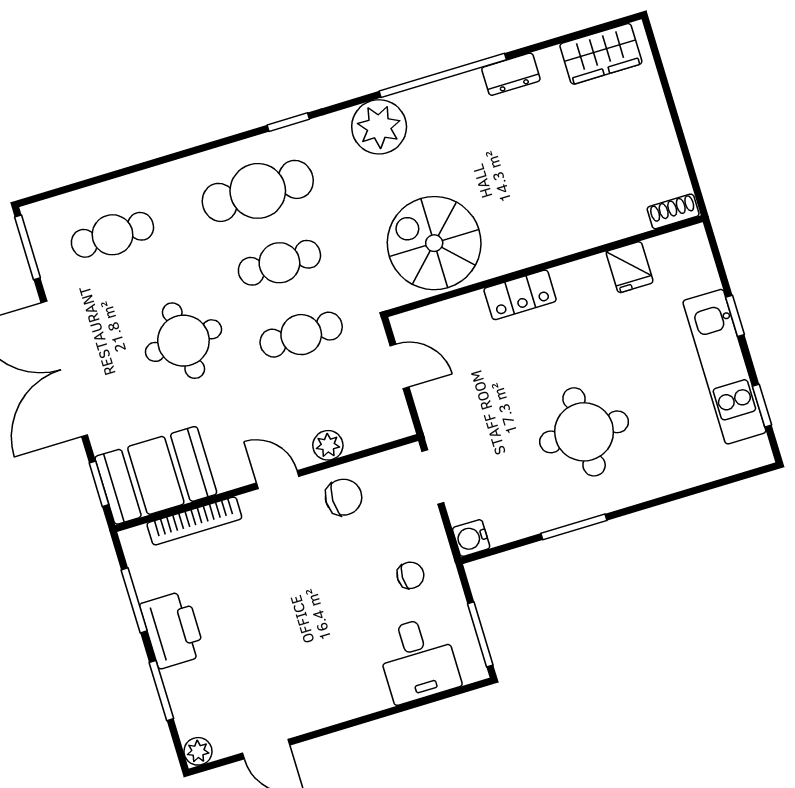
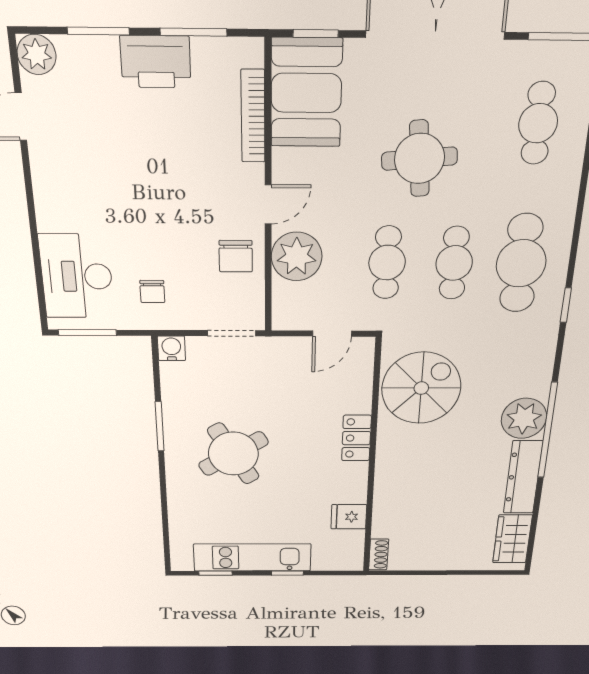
dresser: (511, 74) -> (523, 477), width x1.96, depth x1.24
plant: (379, 127) -> (524, 418), moved
round table: (584, 432) -> (233, 454), turned -31
plant: (328, 445) -> (297, 257), width x1.88, depth x1.88
desk: (418, 660) -> (77, 276), width x1.37
plant: (198, 751) -> (37, 54), width x1.38, depth x1.38

